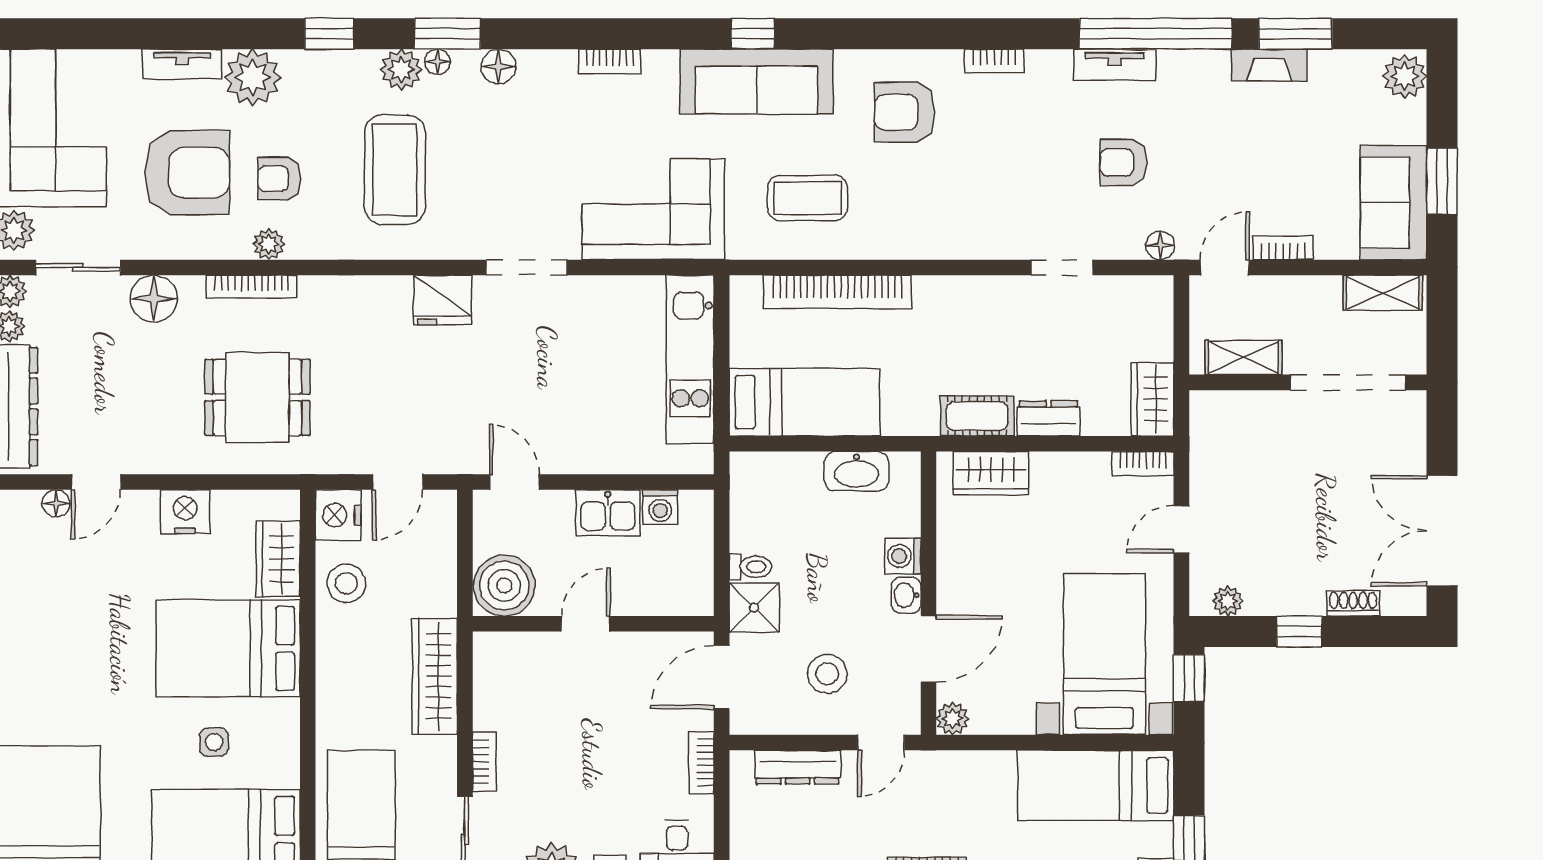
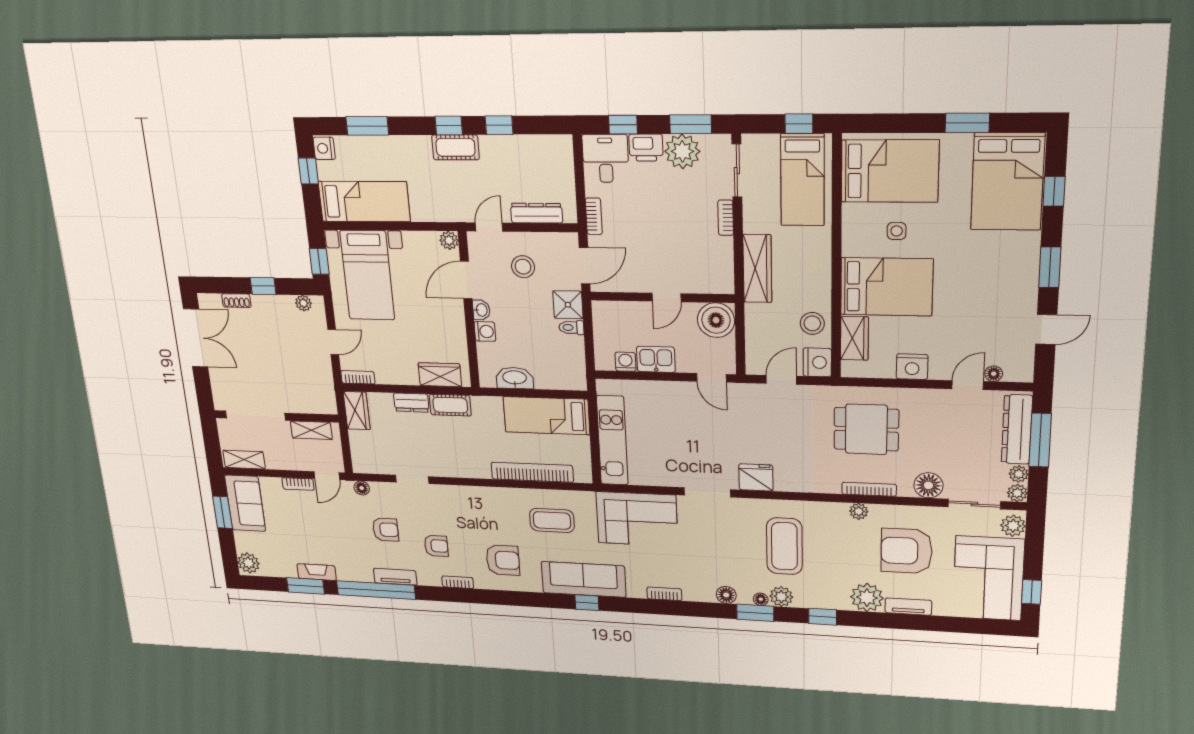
armchair: (279, 178) -> (436, 546), moved

